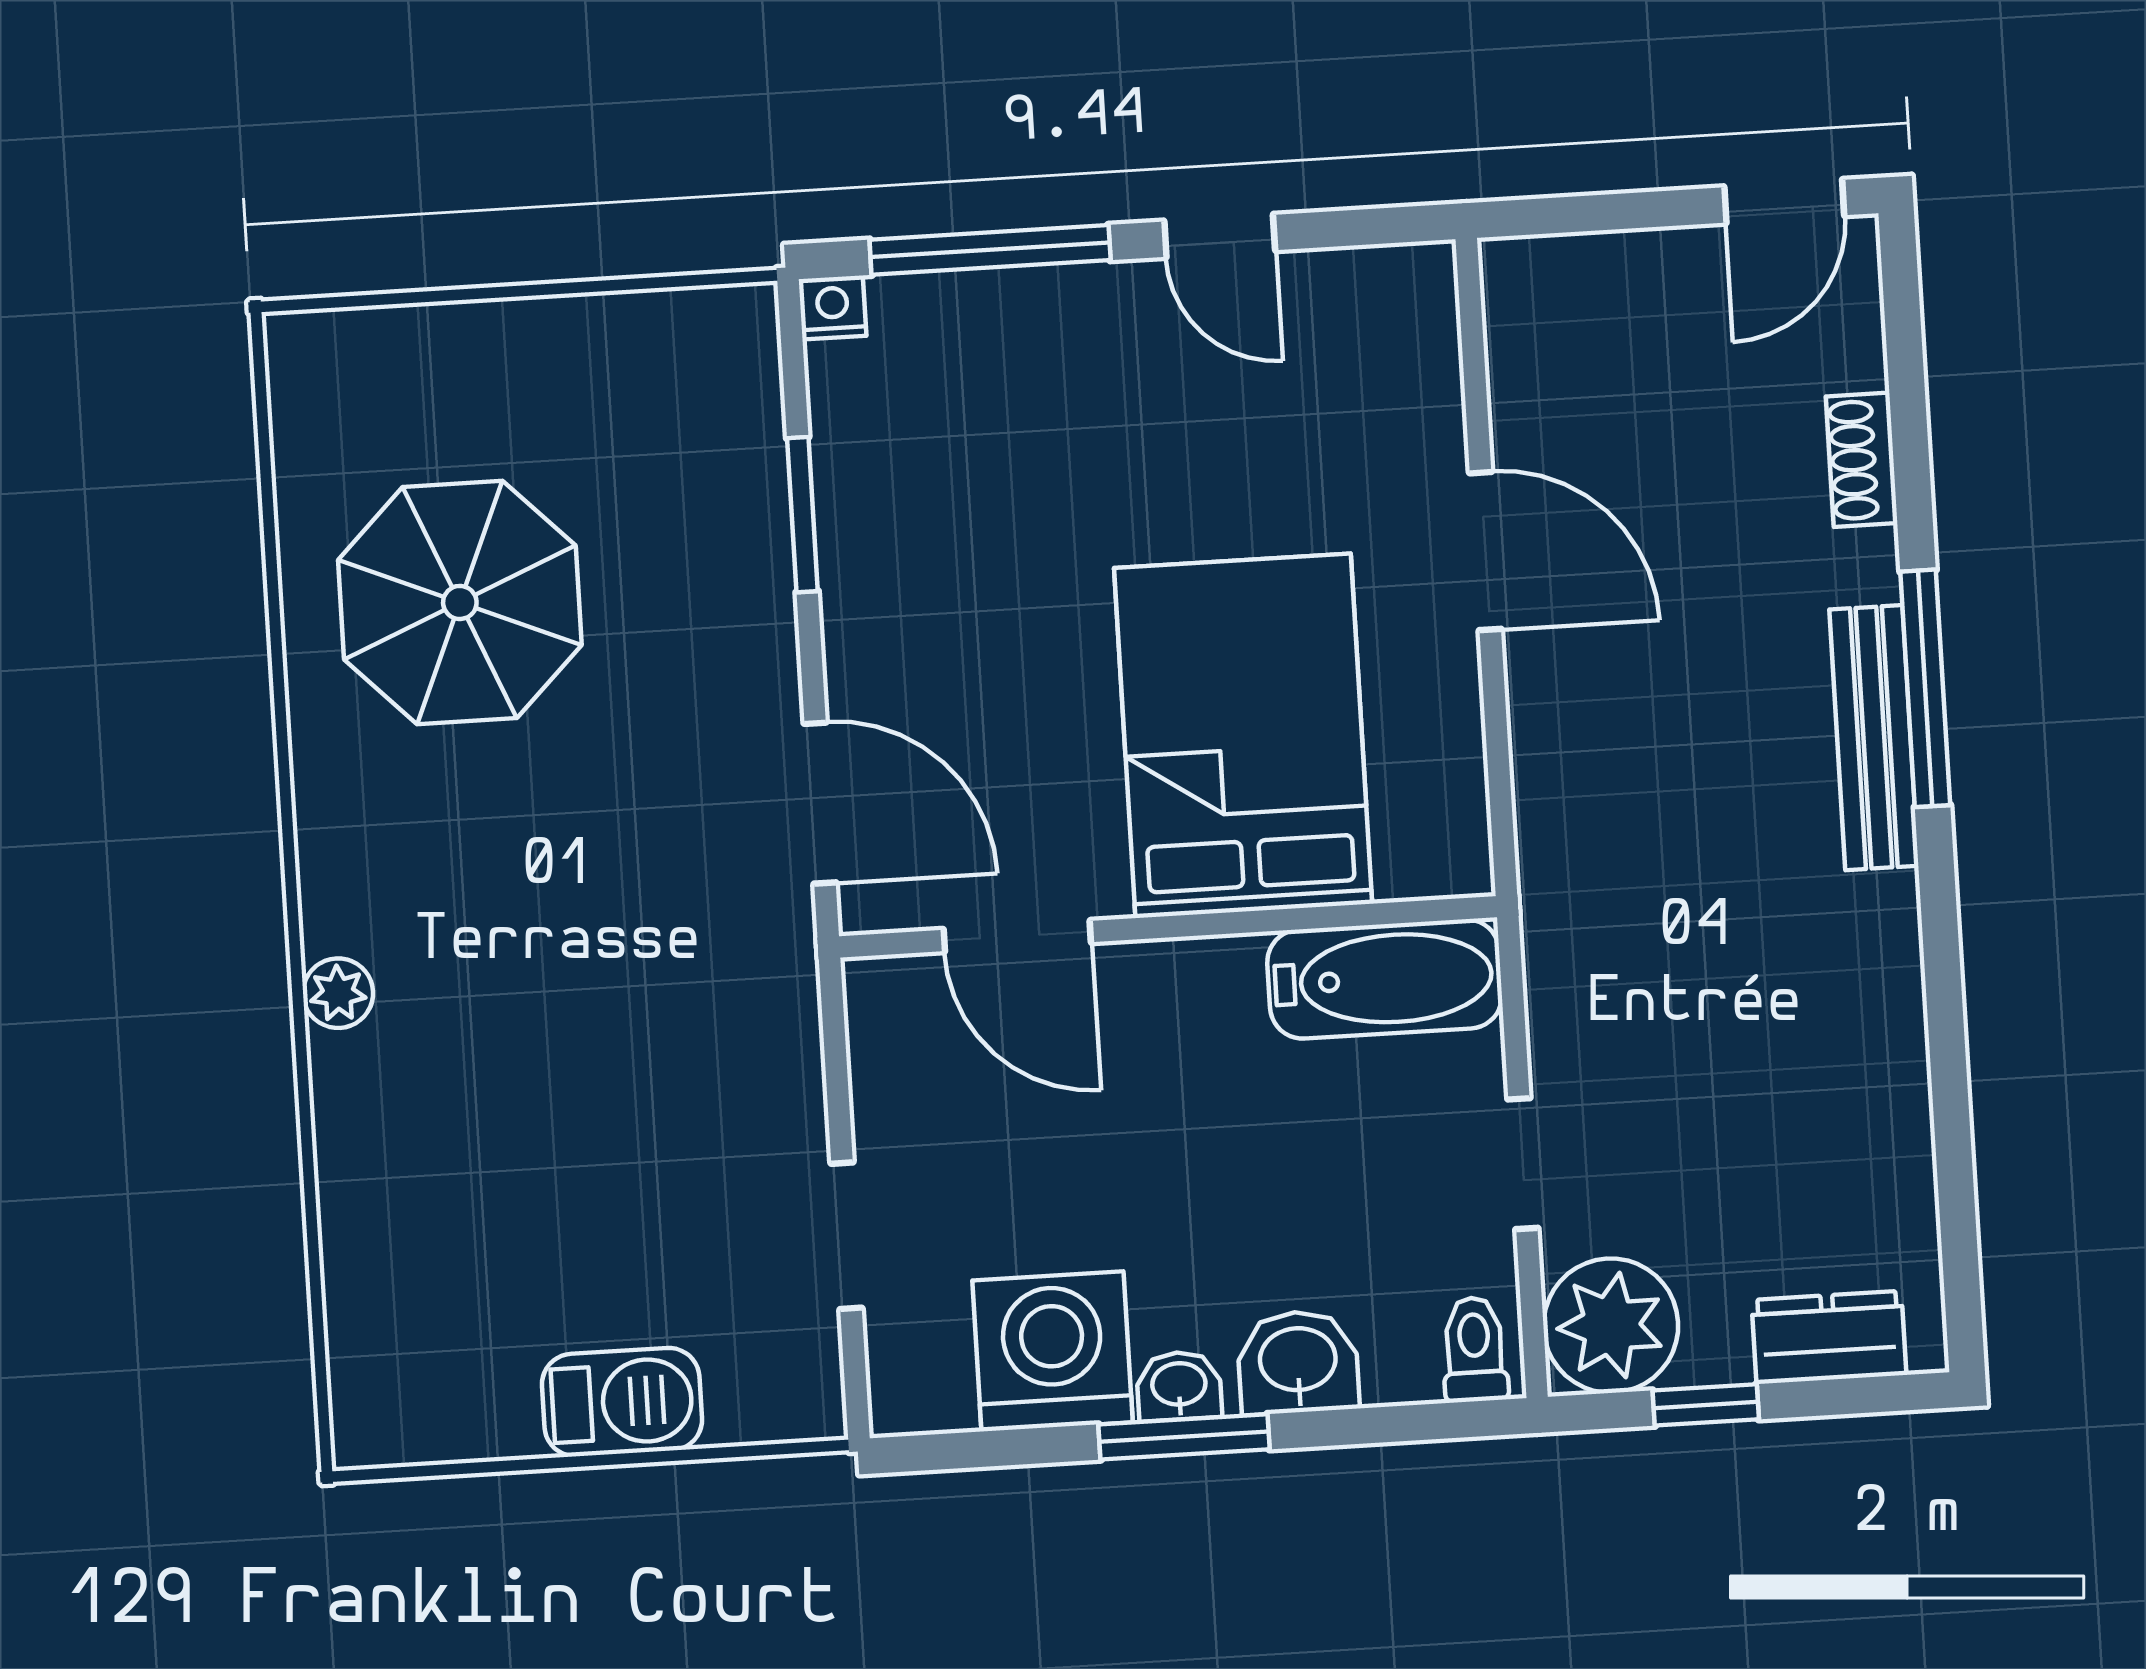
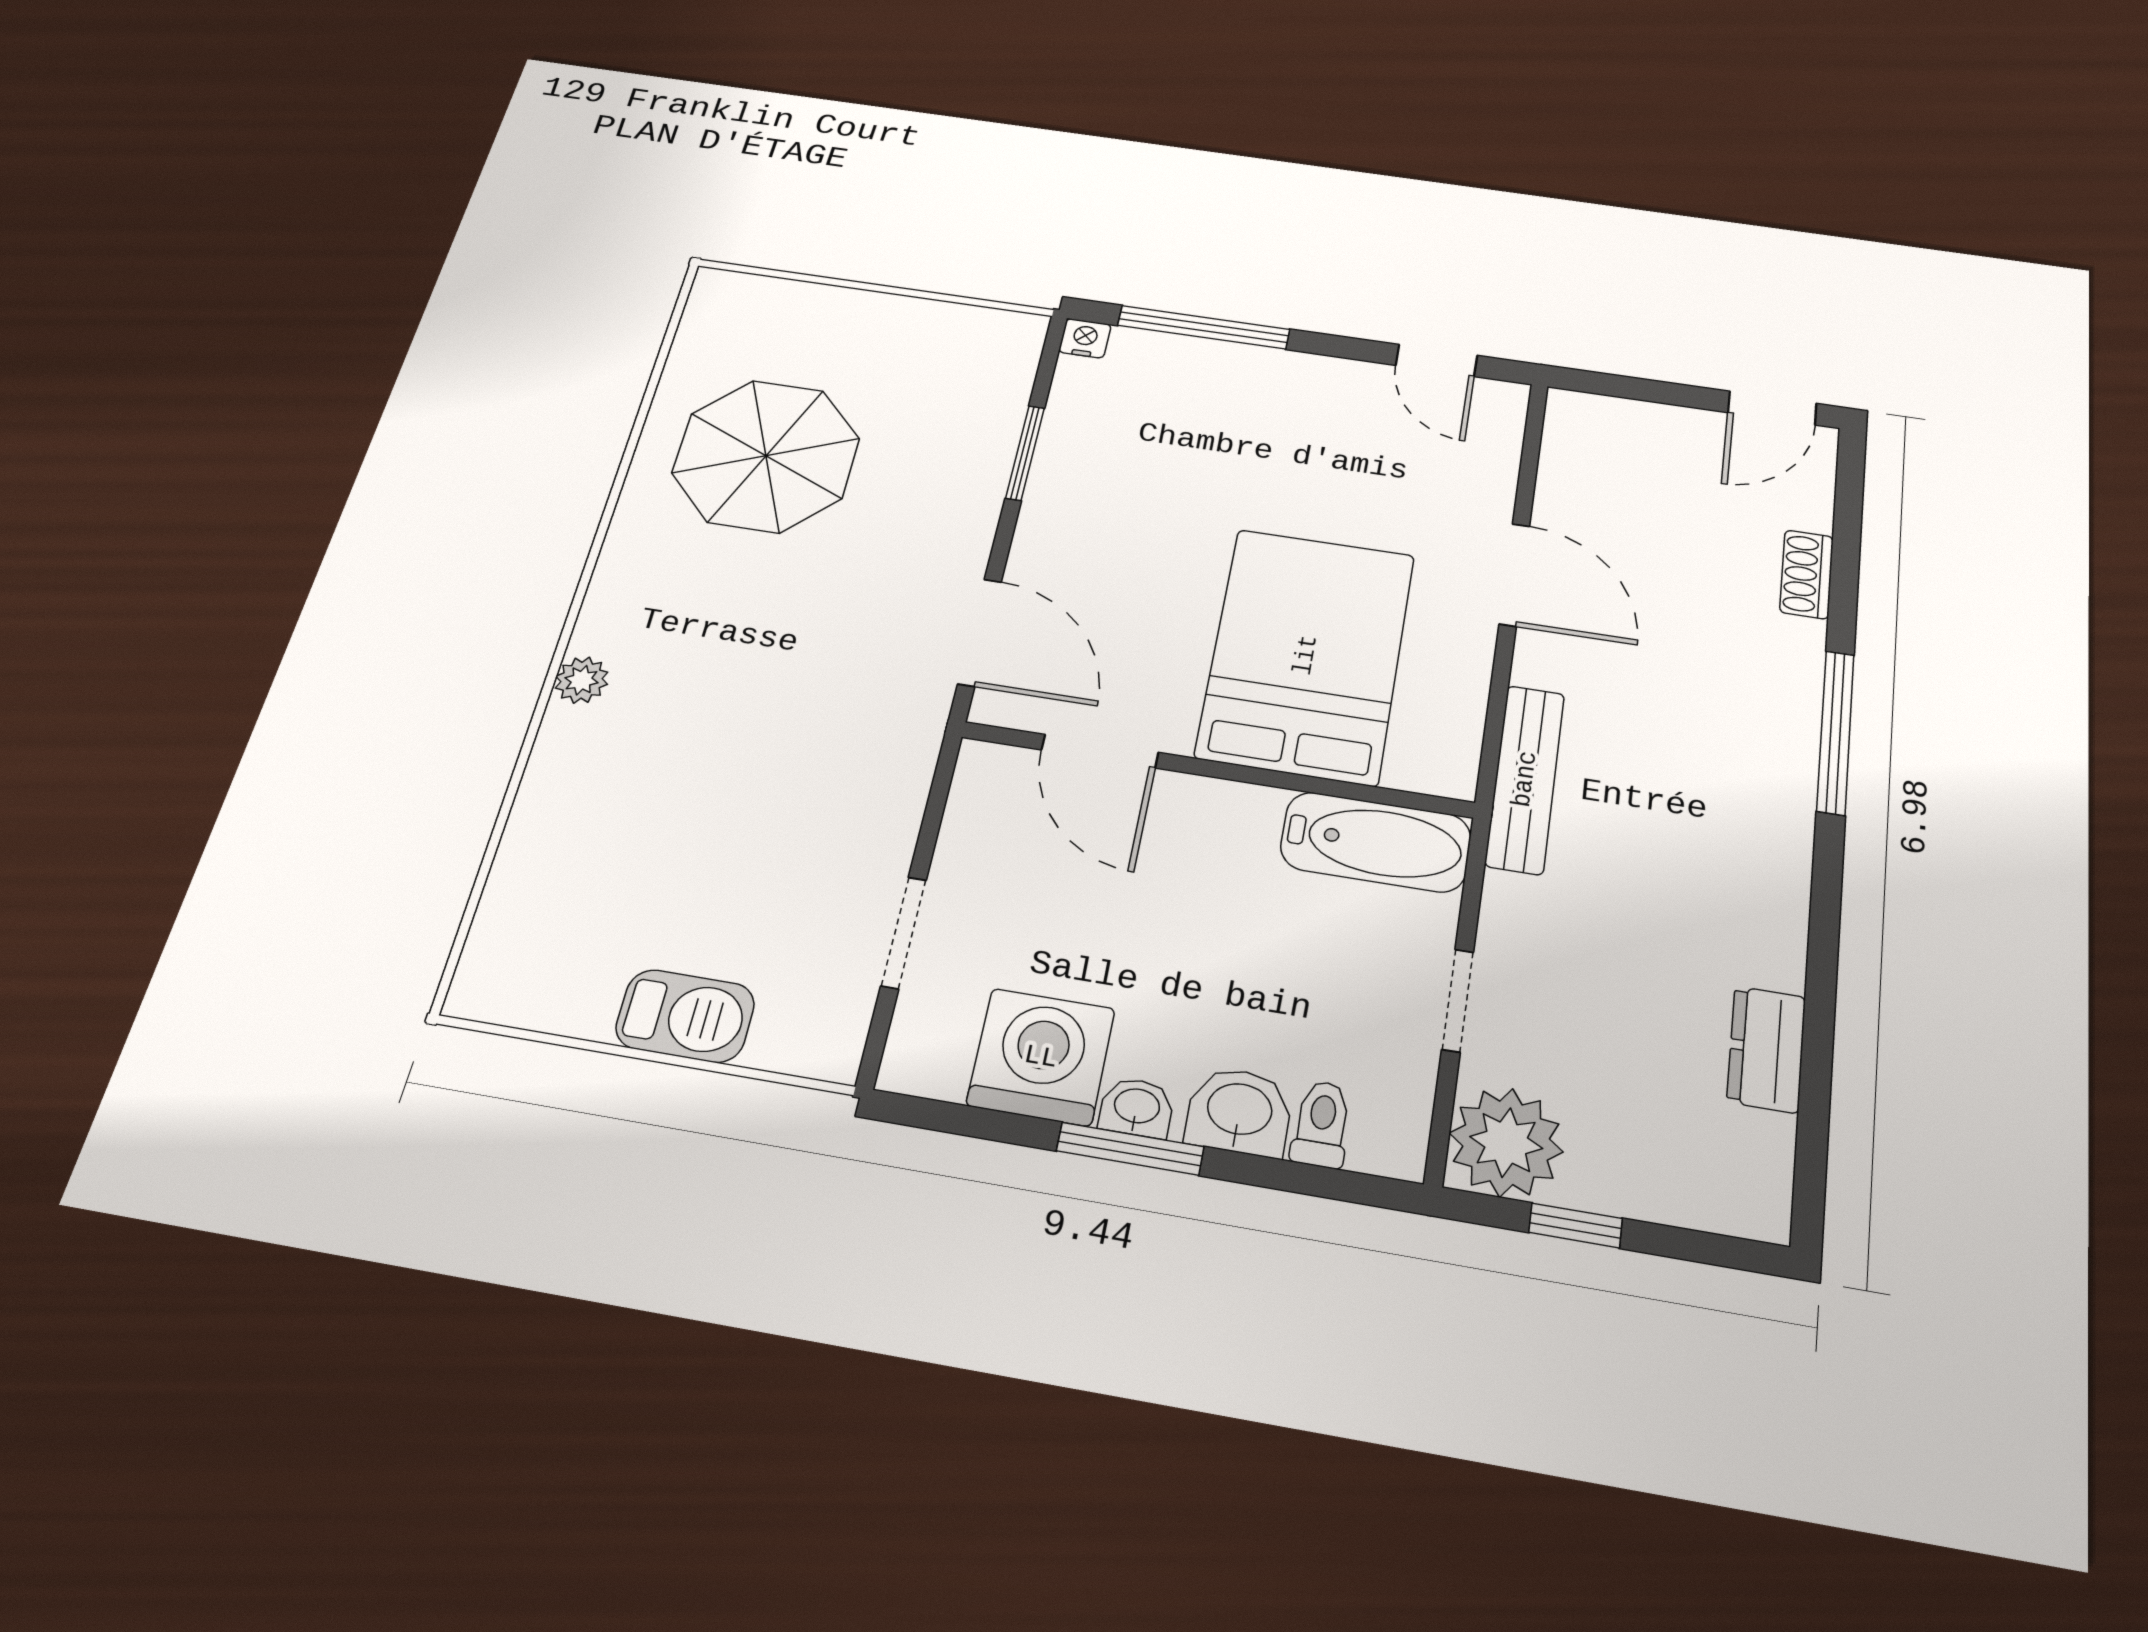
door: (1220, 236) -> (1436, 360), moved
bench: (1874, 738) -> (1525, 779), moved
dresser: (1829, 1337) -> (1766, 1049), moved, turned -90
toilet: (1474, 1350) -> (1321, 1124), moved

